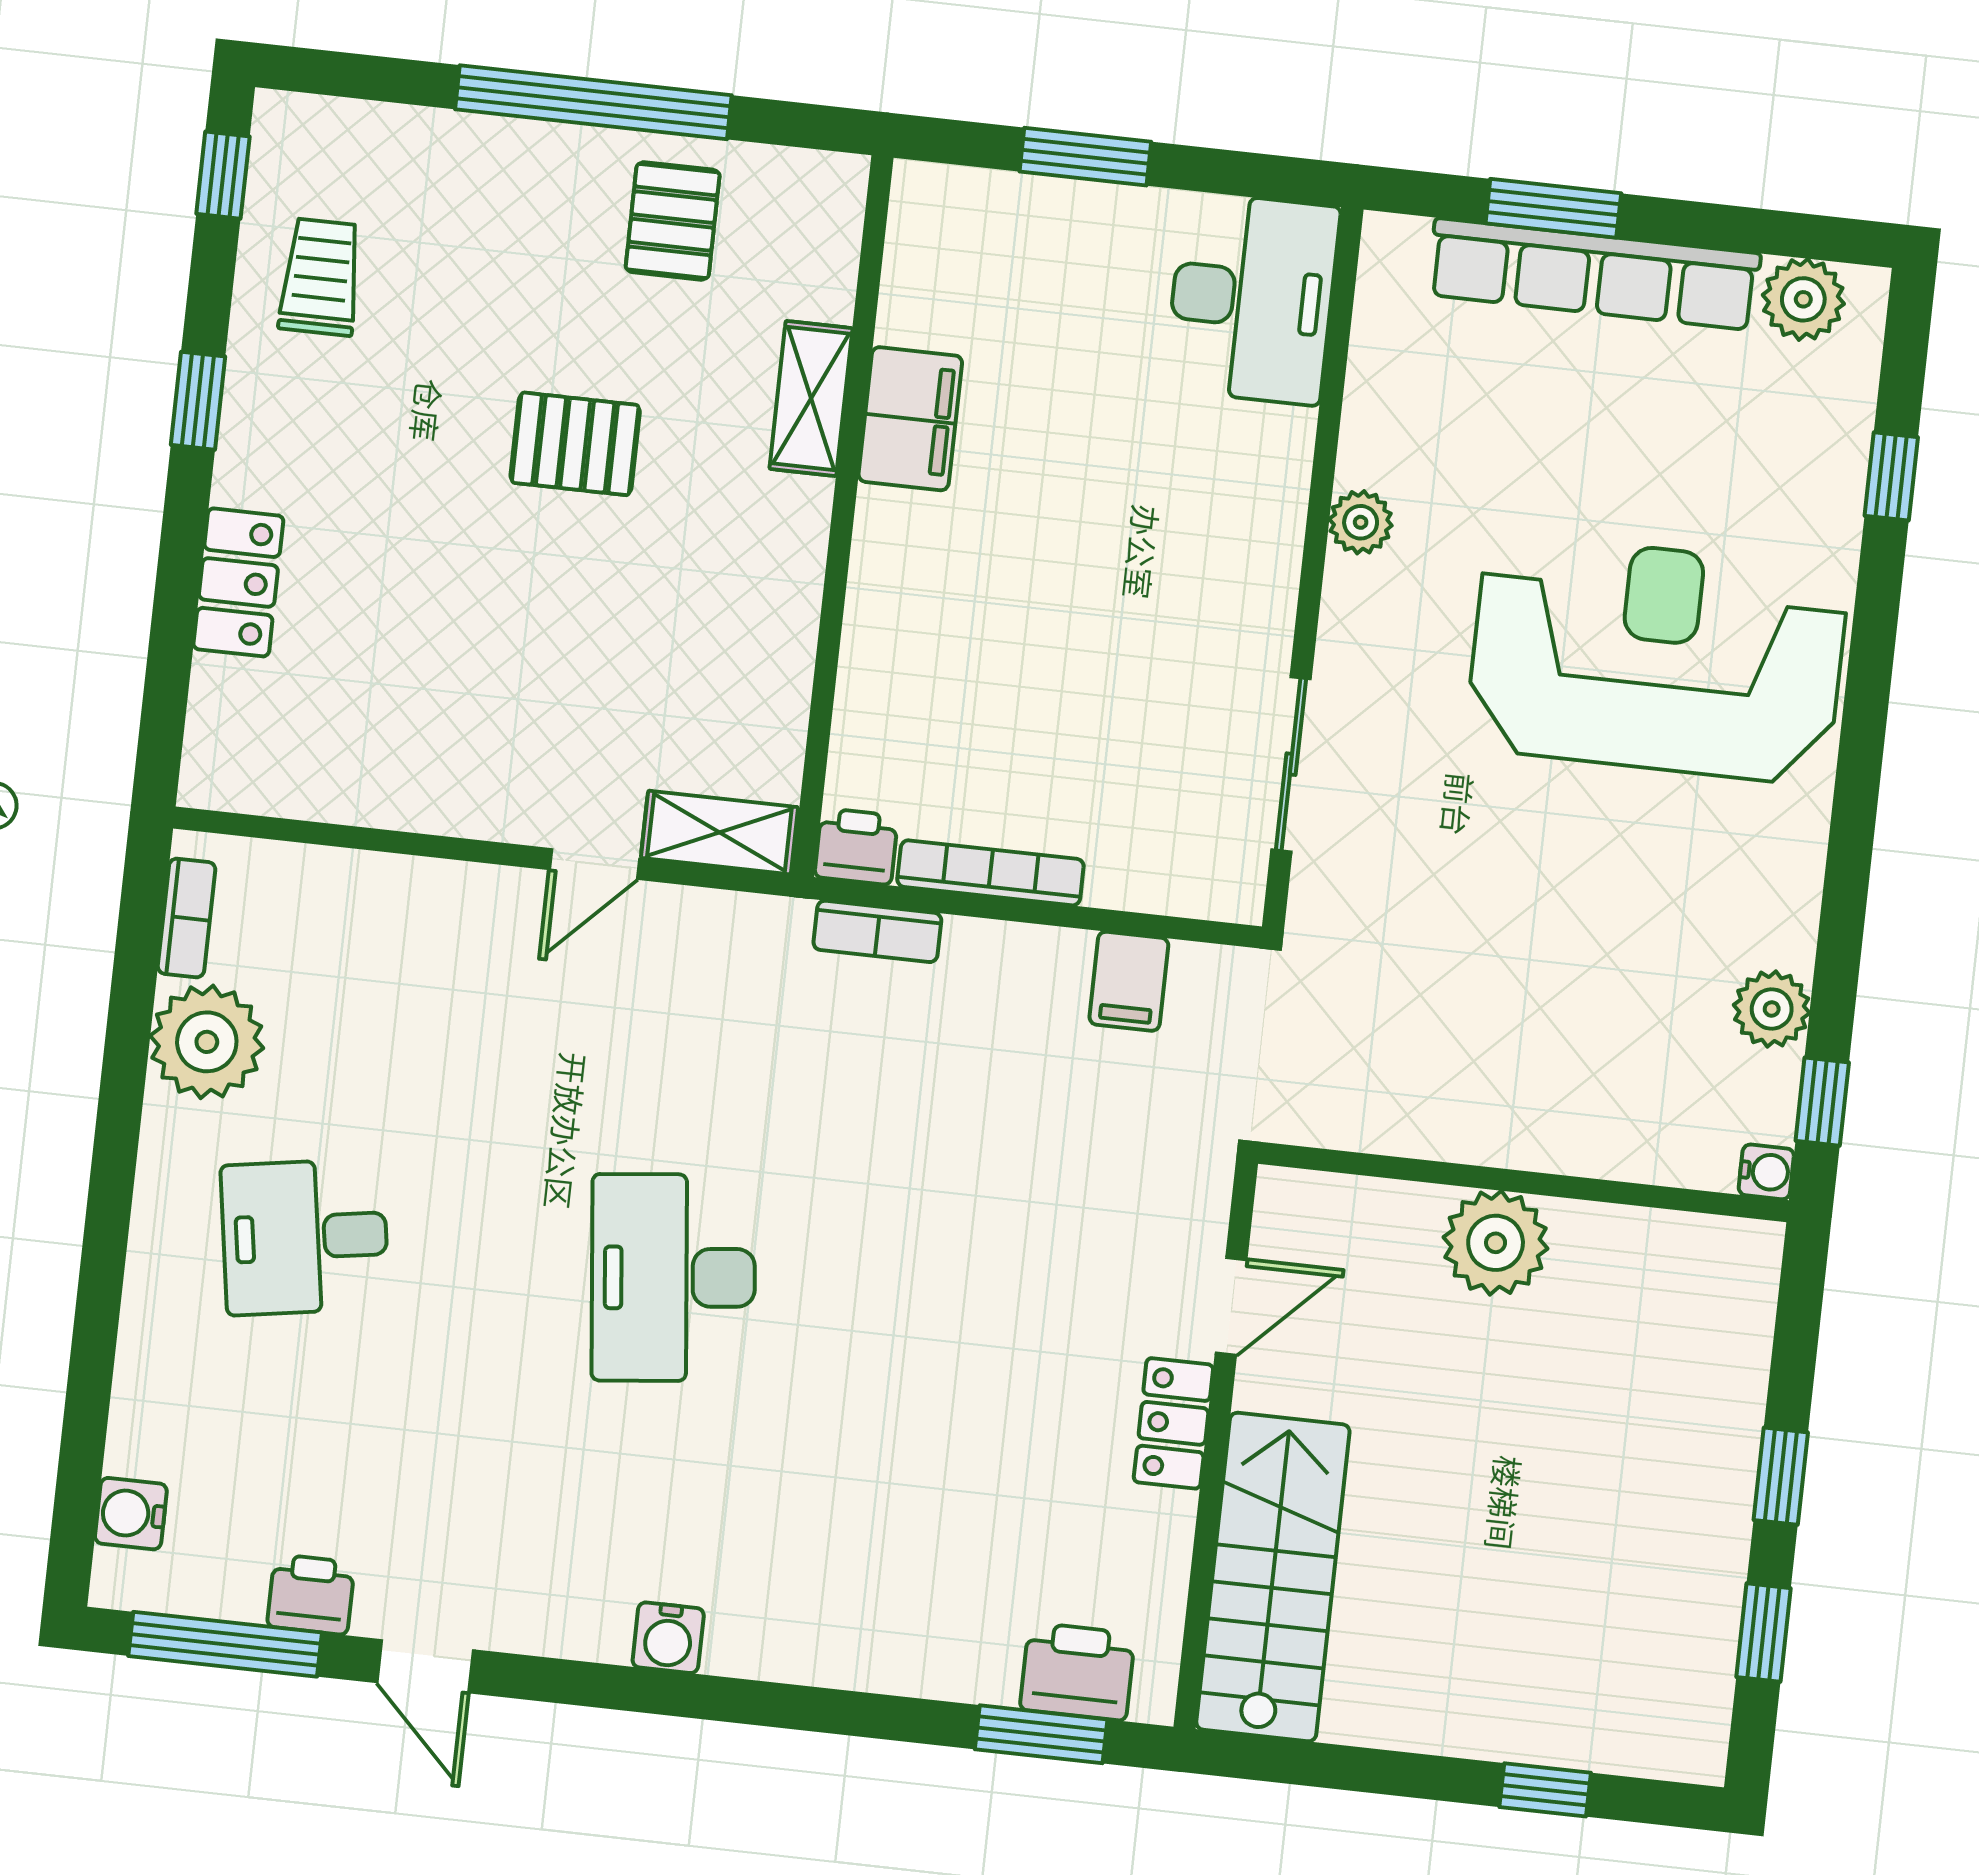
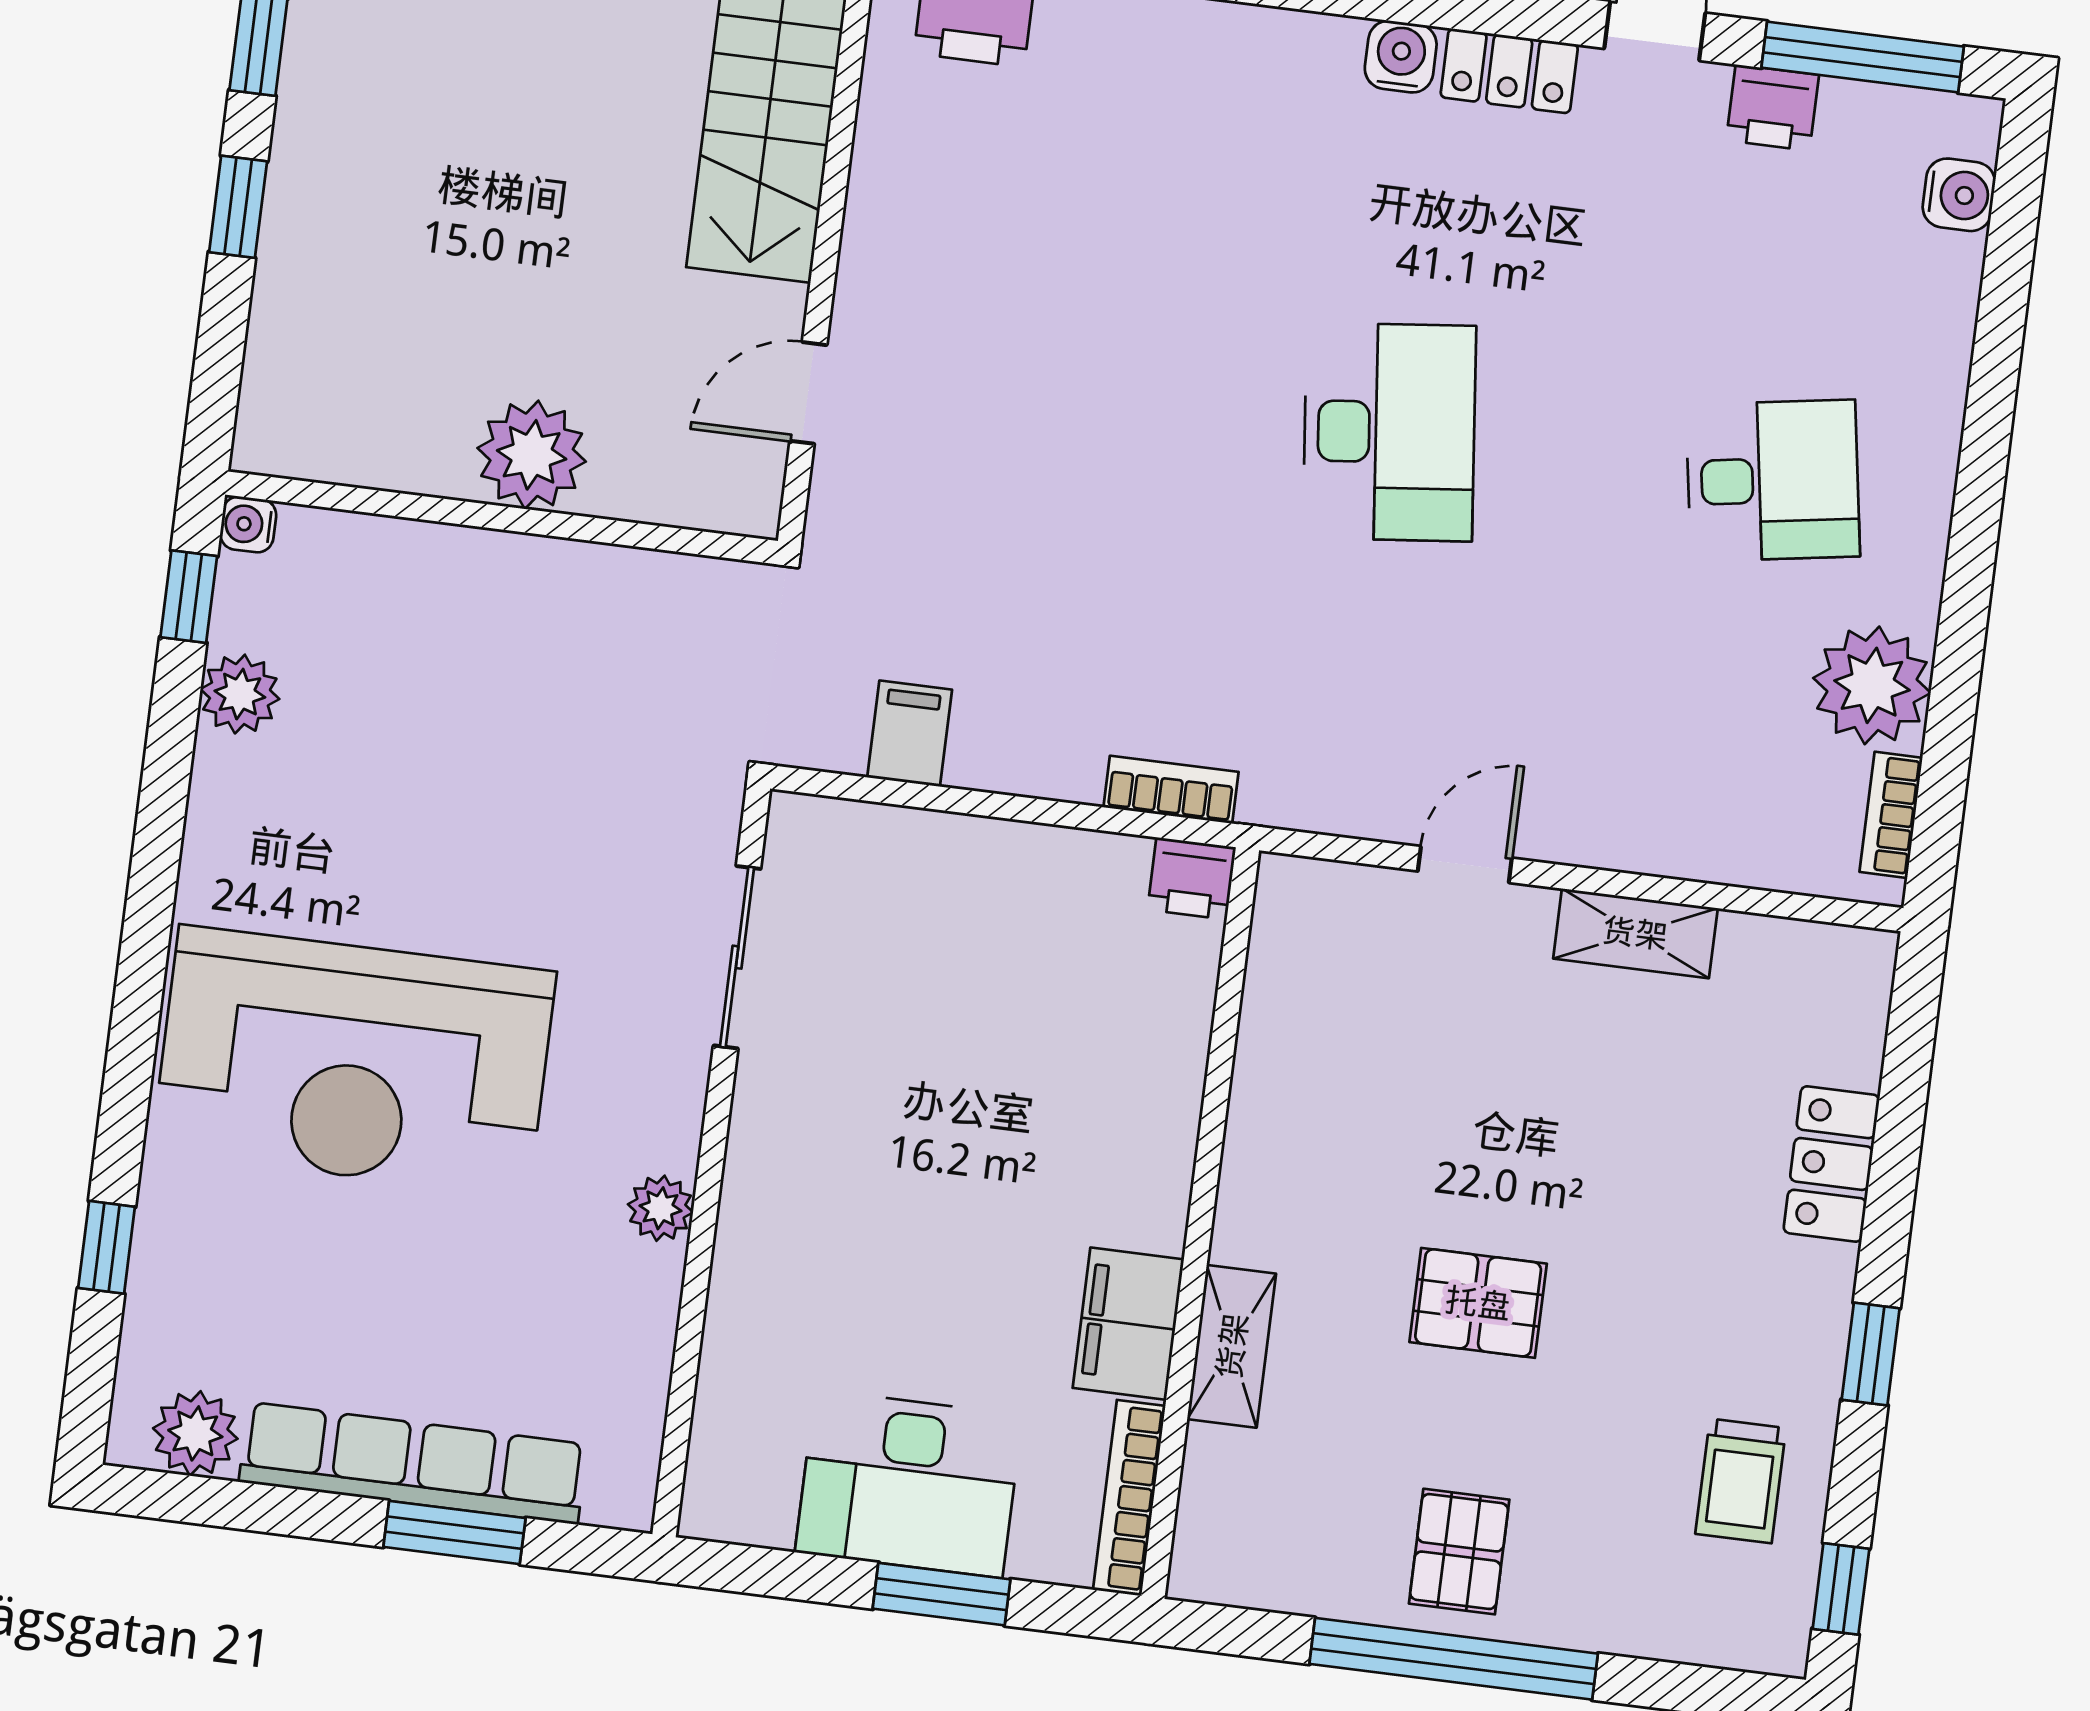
pallet: (673, 221) -> (1459, 1552), moved
desk: (1252, 298) -> (909, 1484), moved, turned -90
shelving: (719, 832) -> (1635, 933), moved
bookcase: (990, 873) -> (1129, 1498), moved, turned 90
locker: (1173, 1423) -> (1509, 71), moved, turned 90

